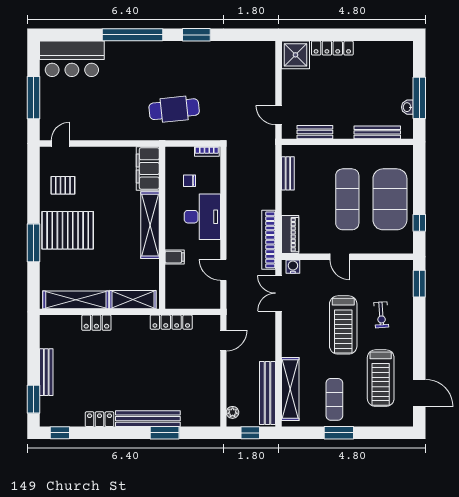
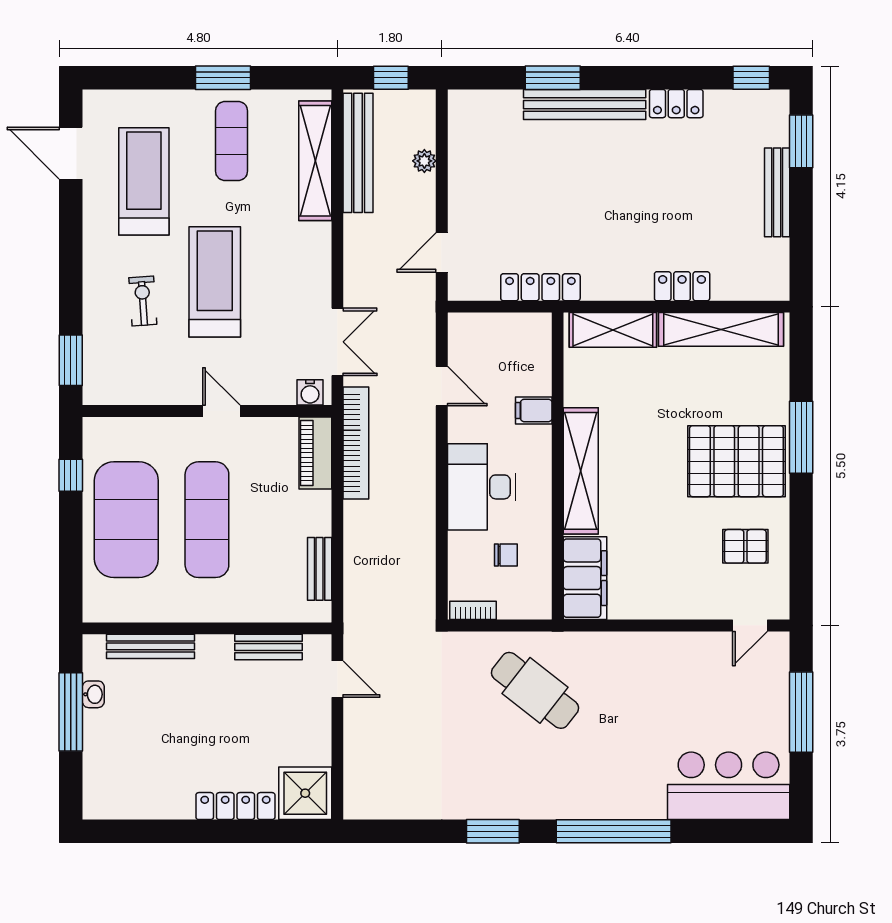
cafe table: (174, 109) -> (535, 690), turned 44
plant: (233, 412) -> (424, 161), moved

